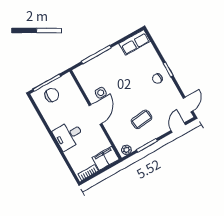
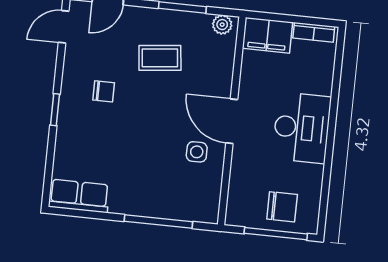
chair: (157, 79) -> (104, 91), moved
chair: (52, 95) -> (282, 207), turned 180
door: (96, 115) -> (232, 121), hinge flipped
desk: (68, 135) -> (302, 128), width x1.37

